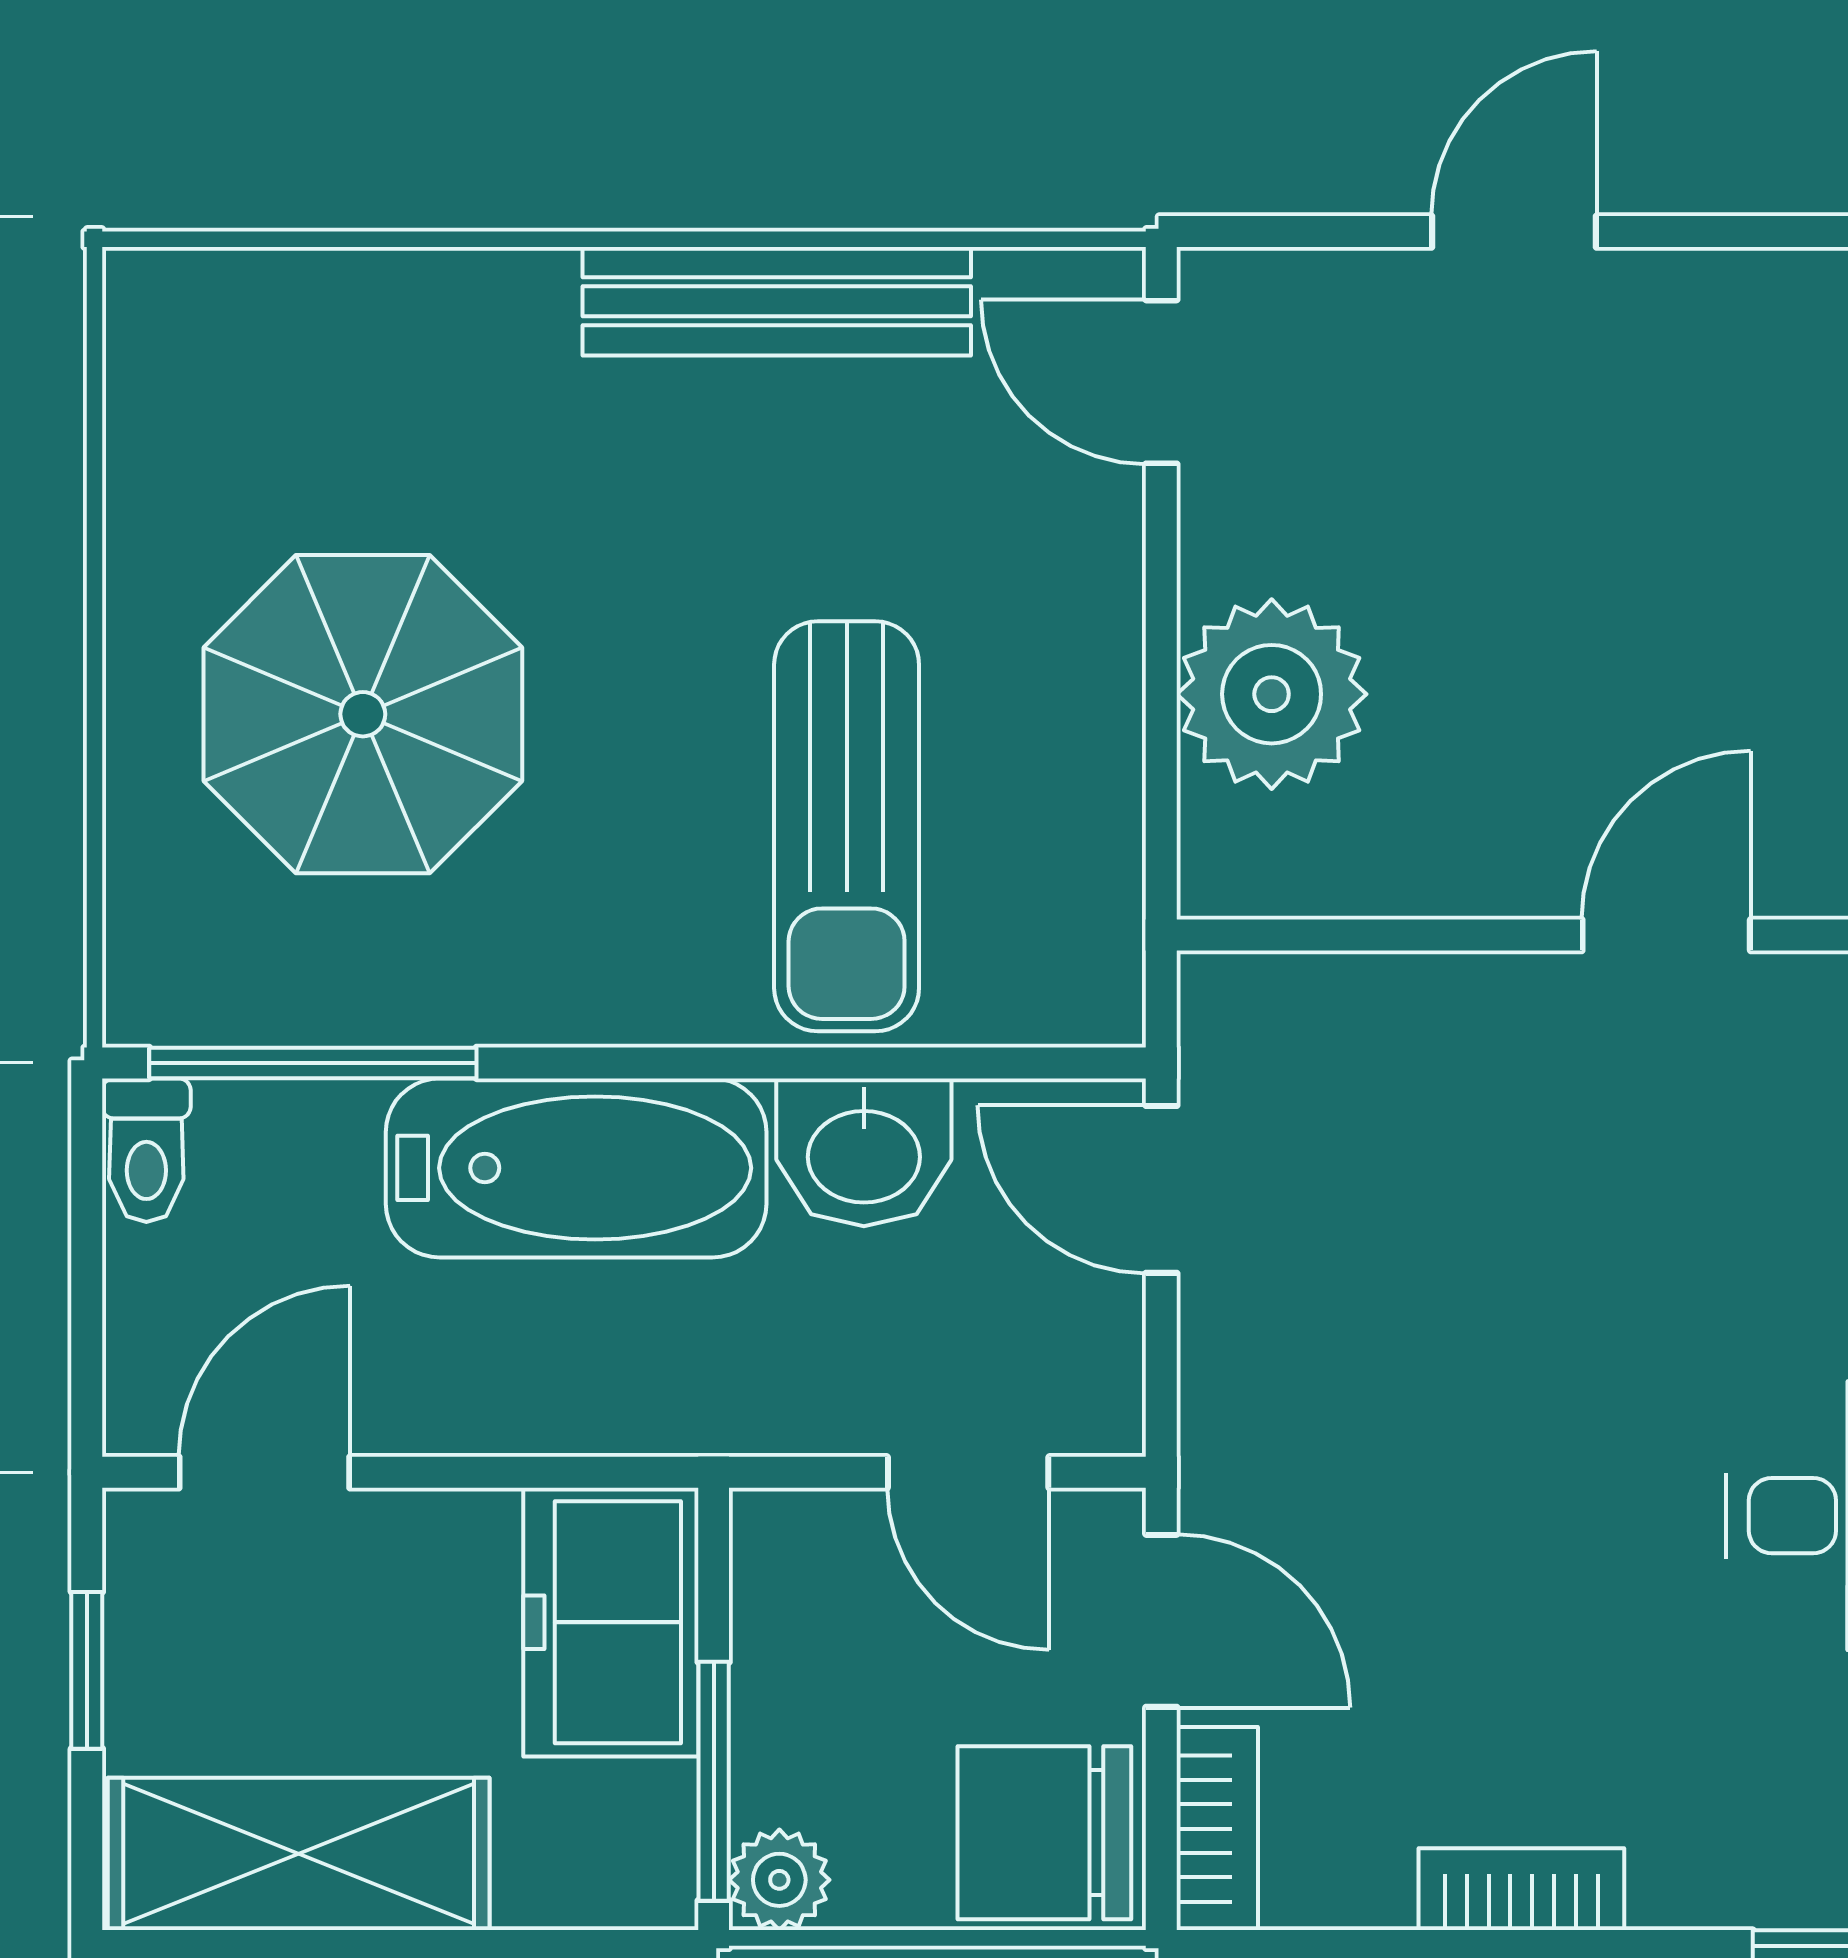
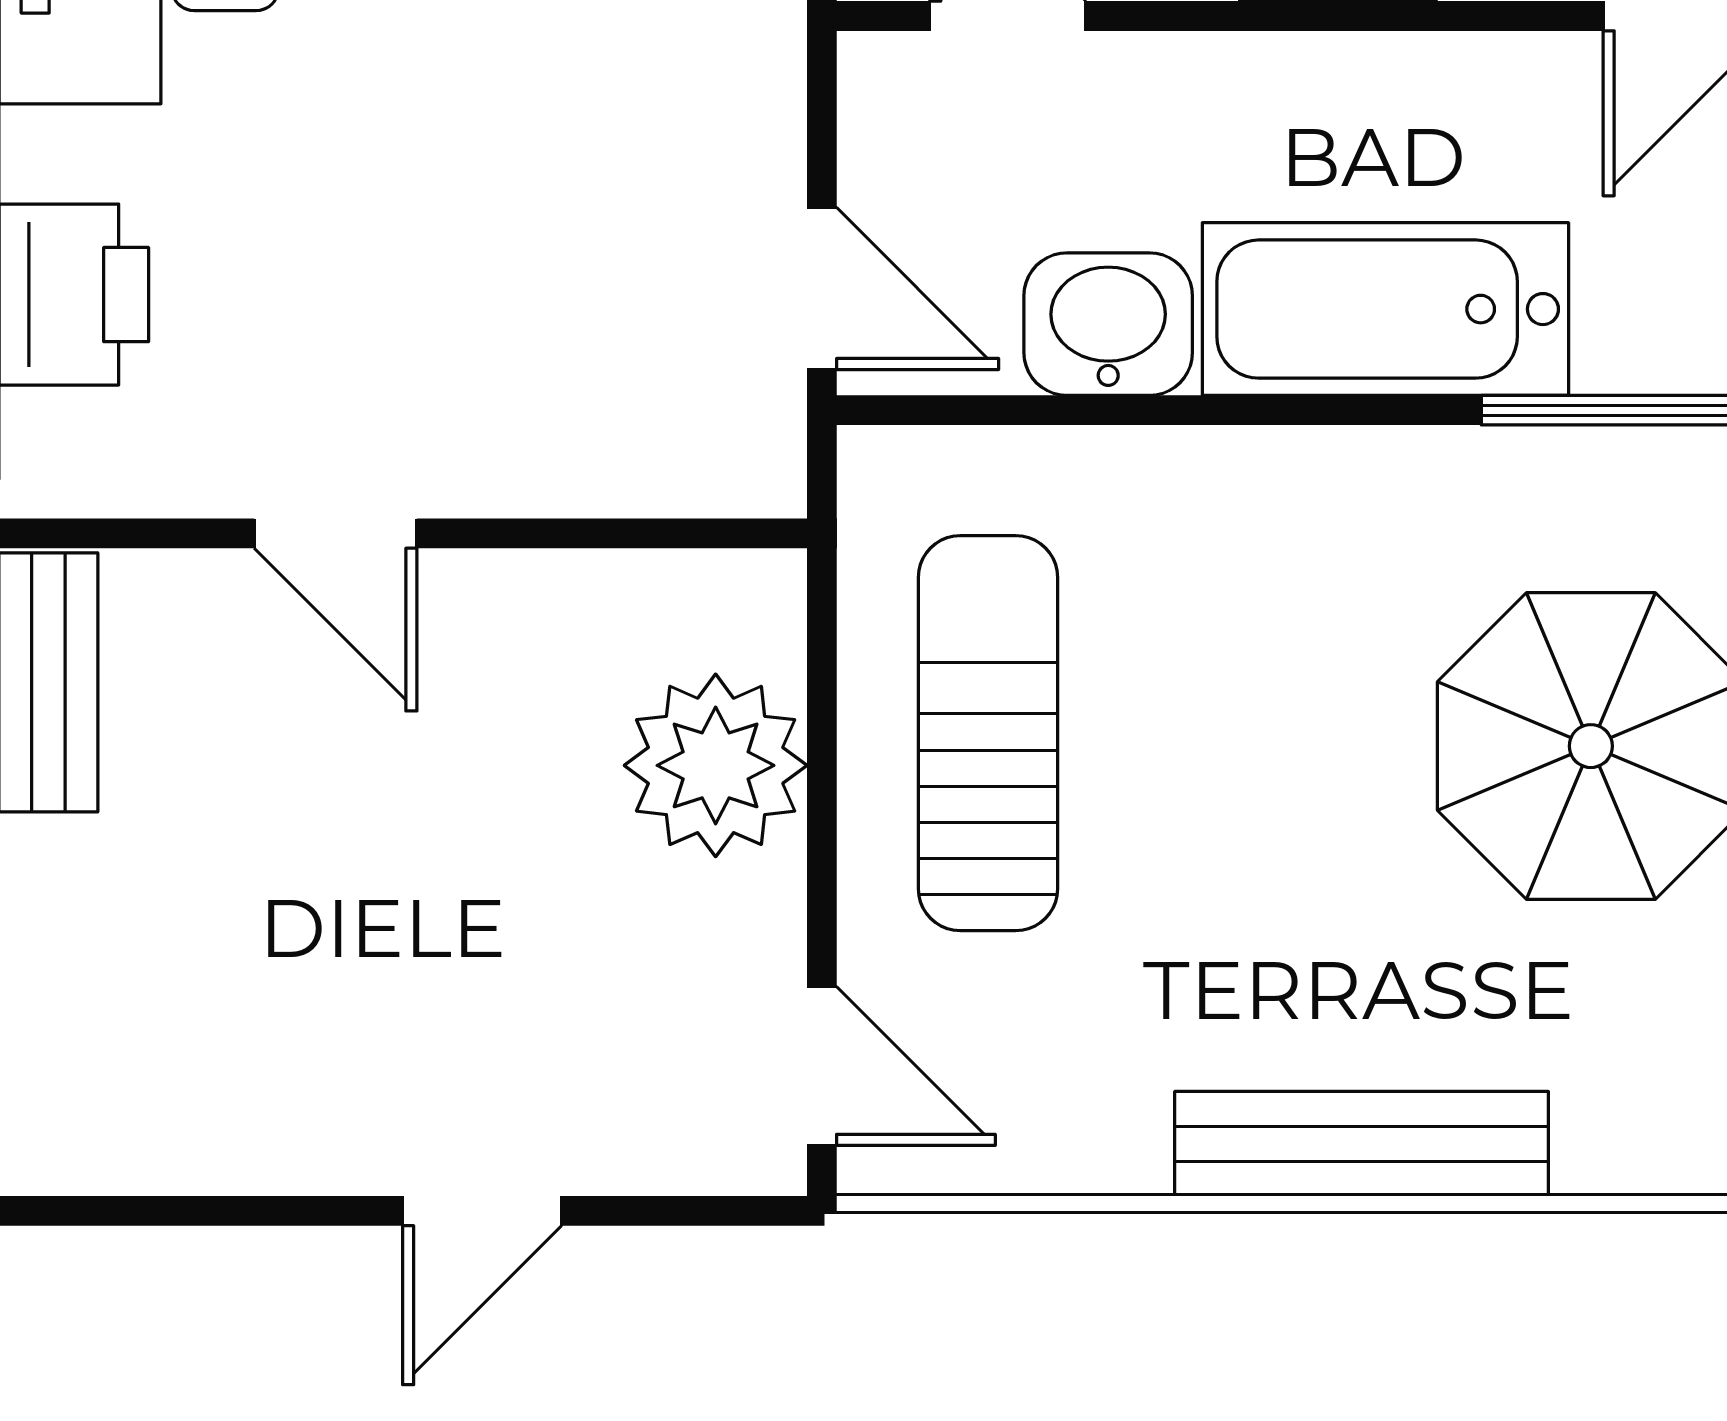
bench: (777, 301) -> (1362, 1144), moved
sun lounger: (847, 826) -> (988, 733), moved
door: (1666, 935) -> (336, 533), hinge flipped

